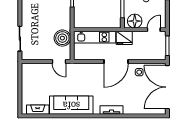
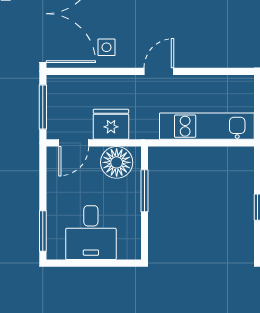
fridge: (124, 38) -> (111, 124), moved
door: (116, 61) -> (159, 71), width x0.53

